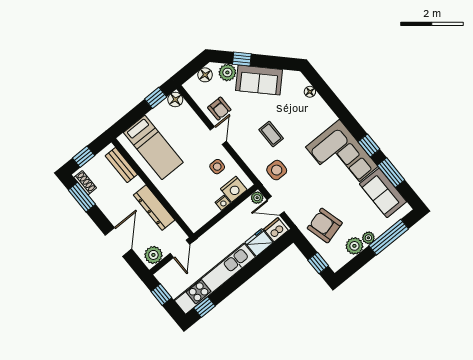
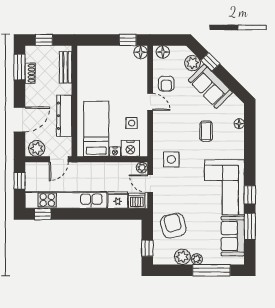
floor lamp: (205, 75) -> (163, 52), moved
coffee table: (271, 134) -> (206, 131), moved
door: (218, 136) -> (150, 102), hinge flipped
bed: (153, 147) -> (96, 129), moved, turned 180
shoe rack: (85, 183) -> (30, 73), moved

